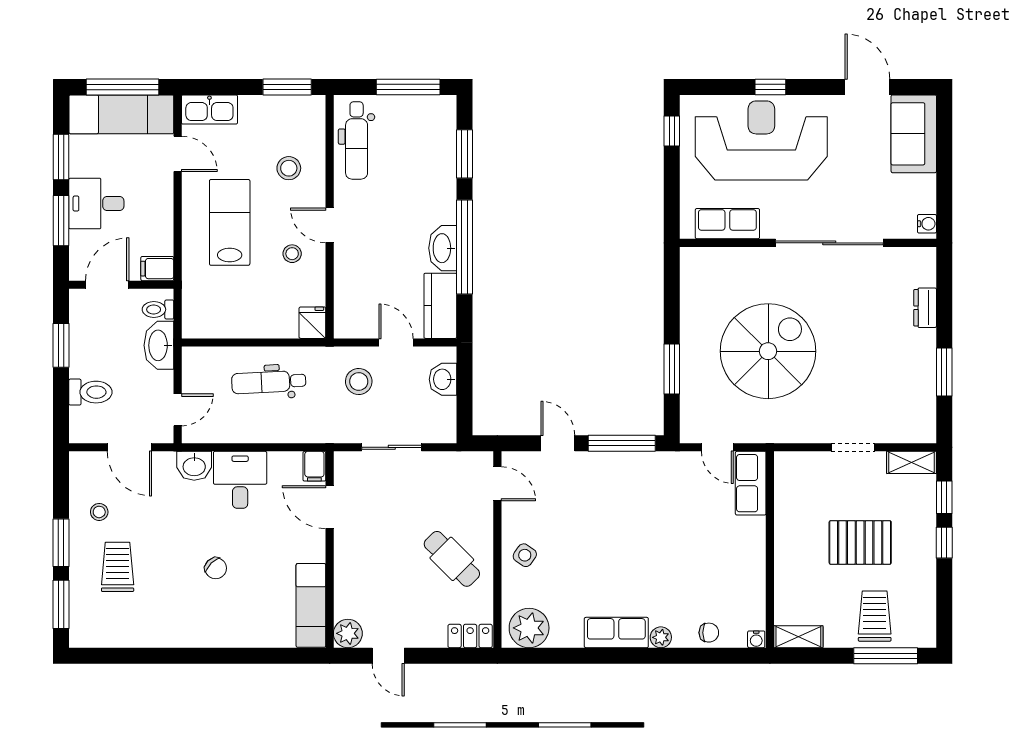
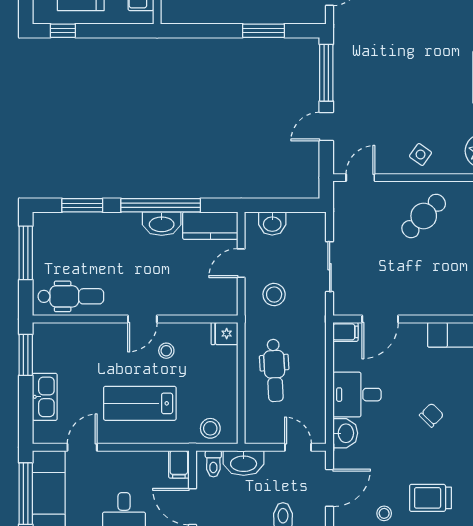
kitchen sink: (209, 109) -> (45, 397), moved
stool: (289, 168) -> (210, 428), moved

